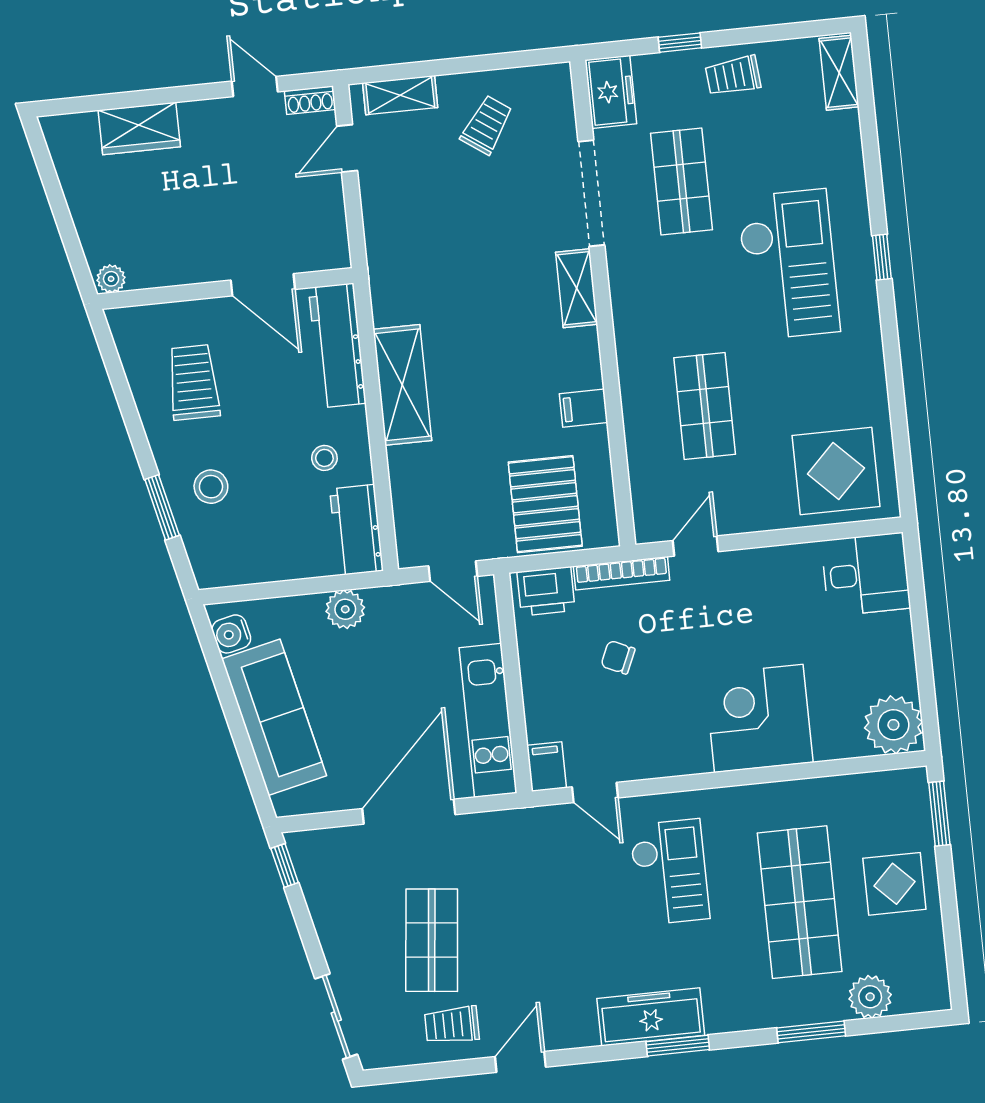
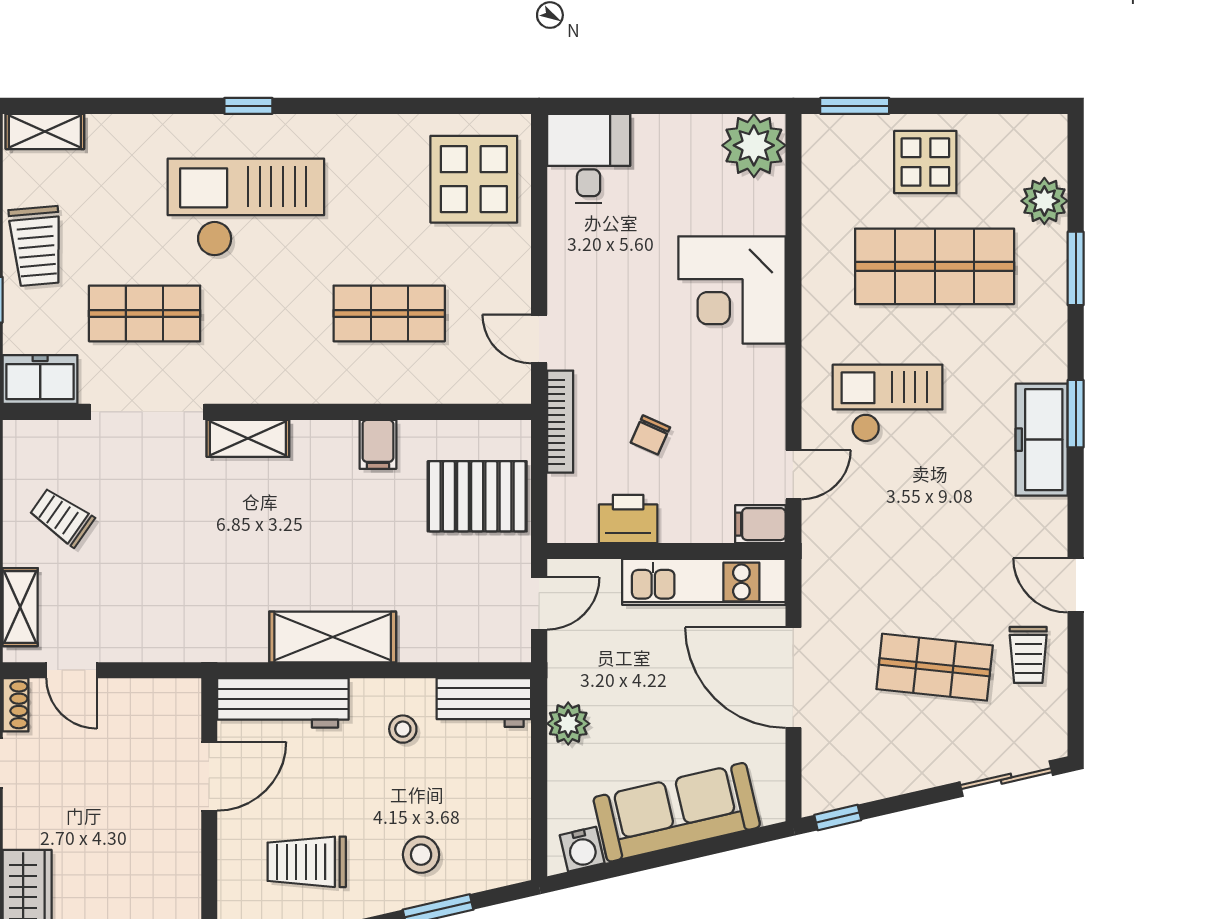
trolley: (733, 76) -> (36, 246), width x1.36, depth x1.39
printer: (546, 591) -> (628, 519), moved, turned -90

